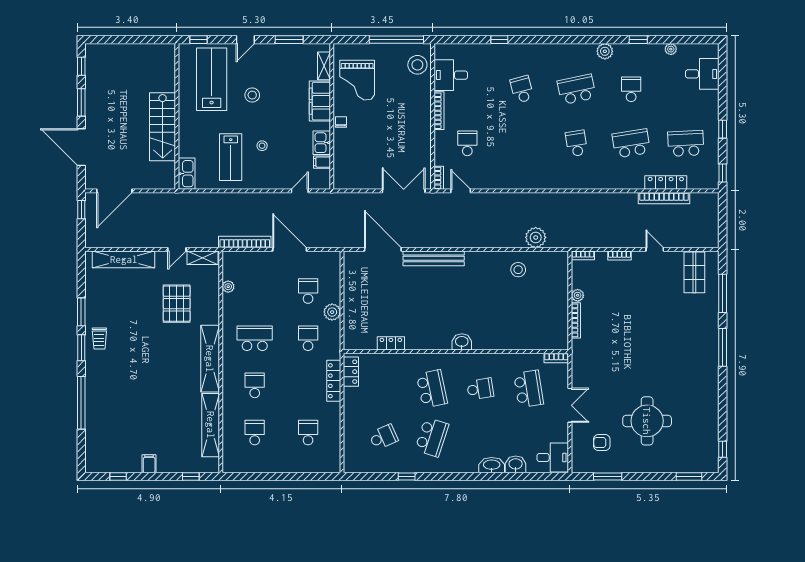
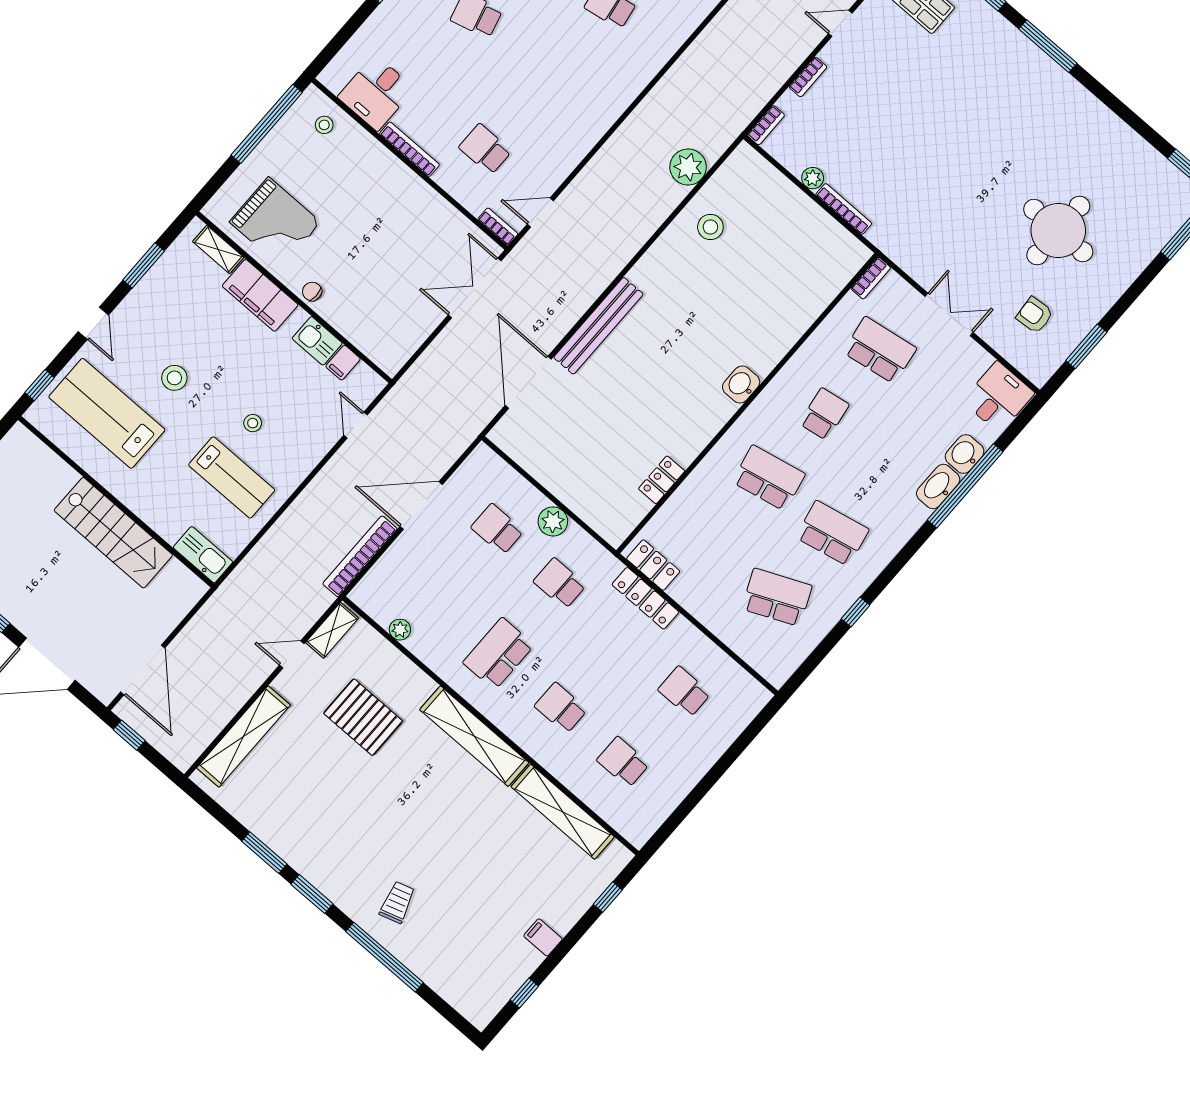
stool: (417, 65) -> (324, 125), width x0.53, depth x0.53
door: (177, 249) -> (292, 654), swing flipped
door: (383, 249) -> (528, 382), hinge flipped
trolley: (99, 339) -> (397, 902), moved, turned -107
school desk: (383, 437) -> (777, 597), width x1.85
school desk: (432, 437) -> (832, 533), turned -30
armchair: (602, 443) -> (1035, 315), turned 85
window: (502, 477) -> (965, 486), added

